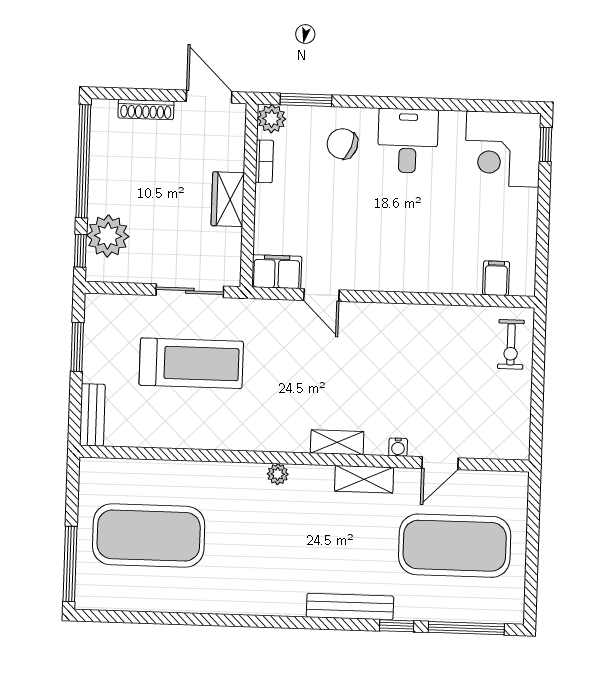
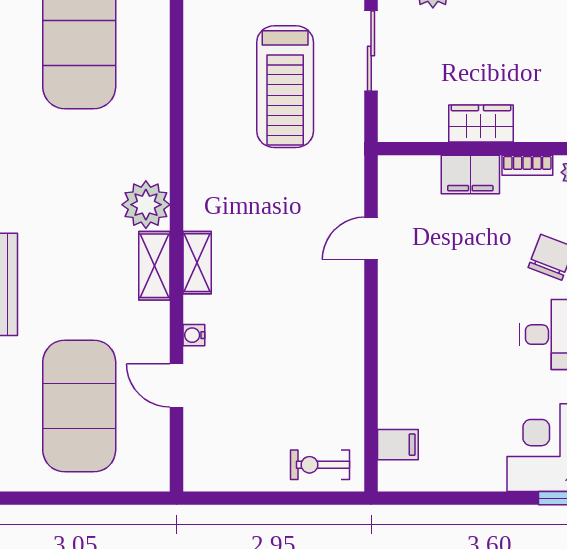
filing cabinet: (277, 272) -> (470, 175), moved, turned 90
sliding door: (190, 291) -> (371, 51), moved
plant: (278, 474) -> (146, 205), width x1.87, depth x1.87
shelving: (364, 479) -> (154, 266), moved

